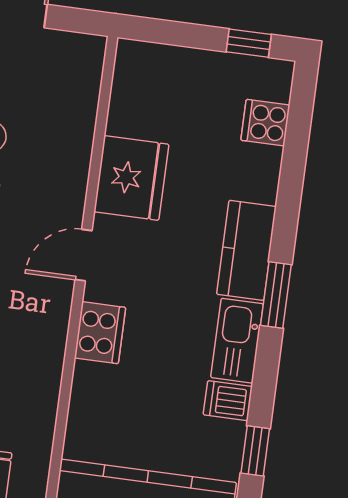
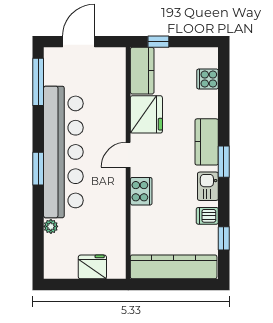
window: (249, 43) -> (158, 42), moved
kitchen counter: (135, 88) -> (142, 71), added
kitchen sink: (237, 341) -> (208, 186), width x0.73

